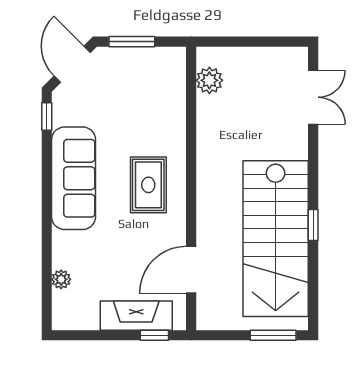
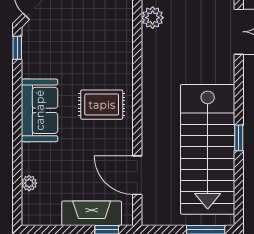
sofa: (74, 178) -> (40, 110), width x0.73
rug: (148, 185) -> (102, 105), turned 90
door: (191, 270) -> (137, 175), hinge flipped

